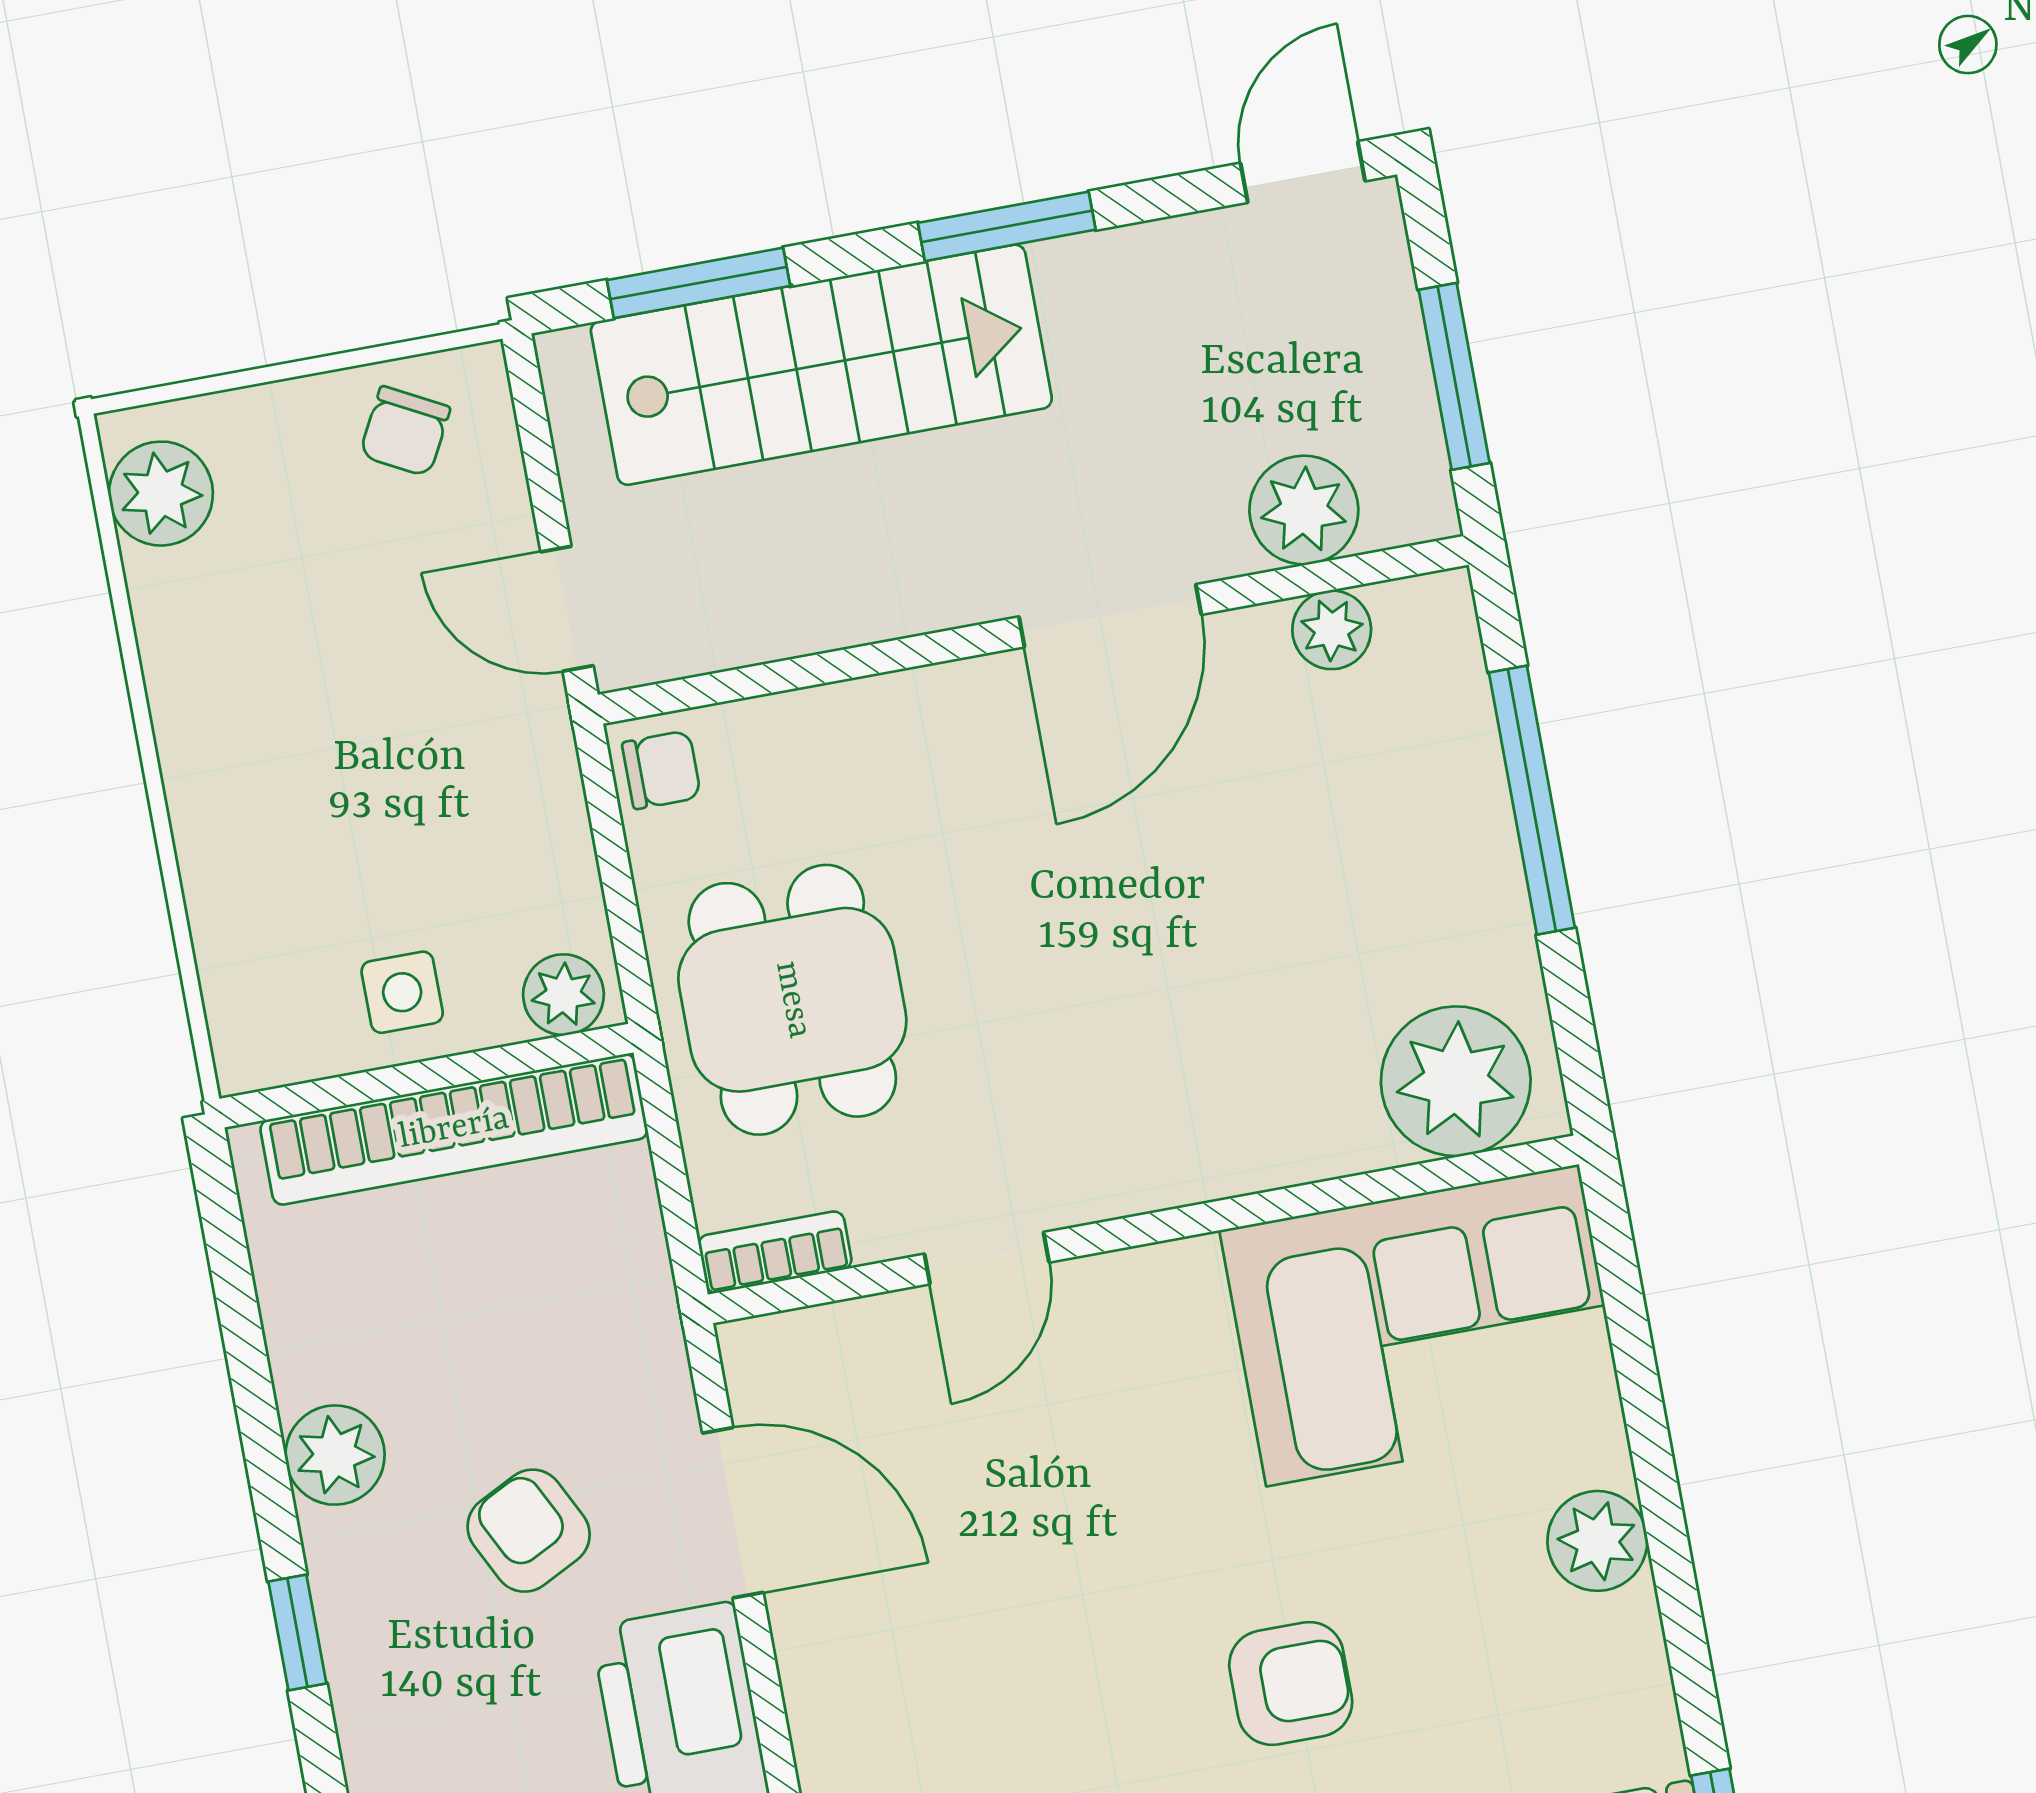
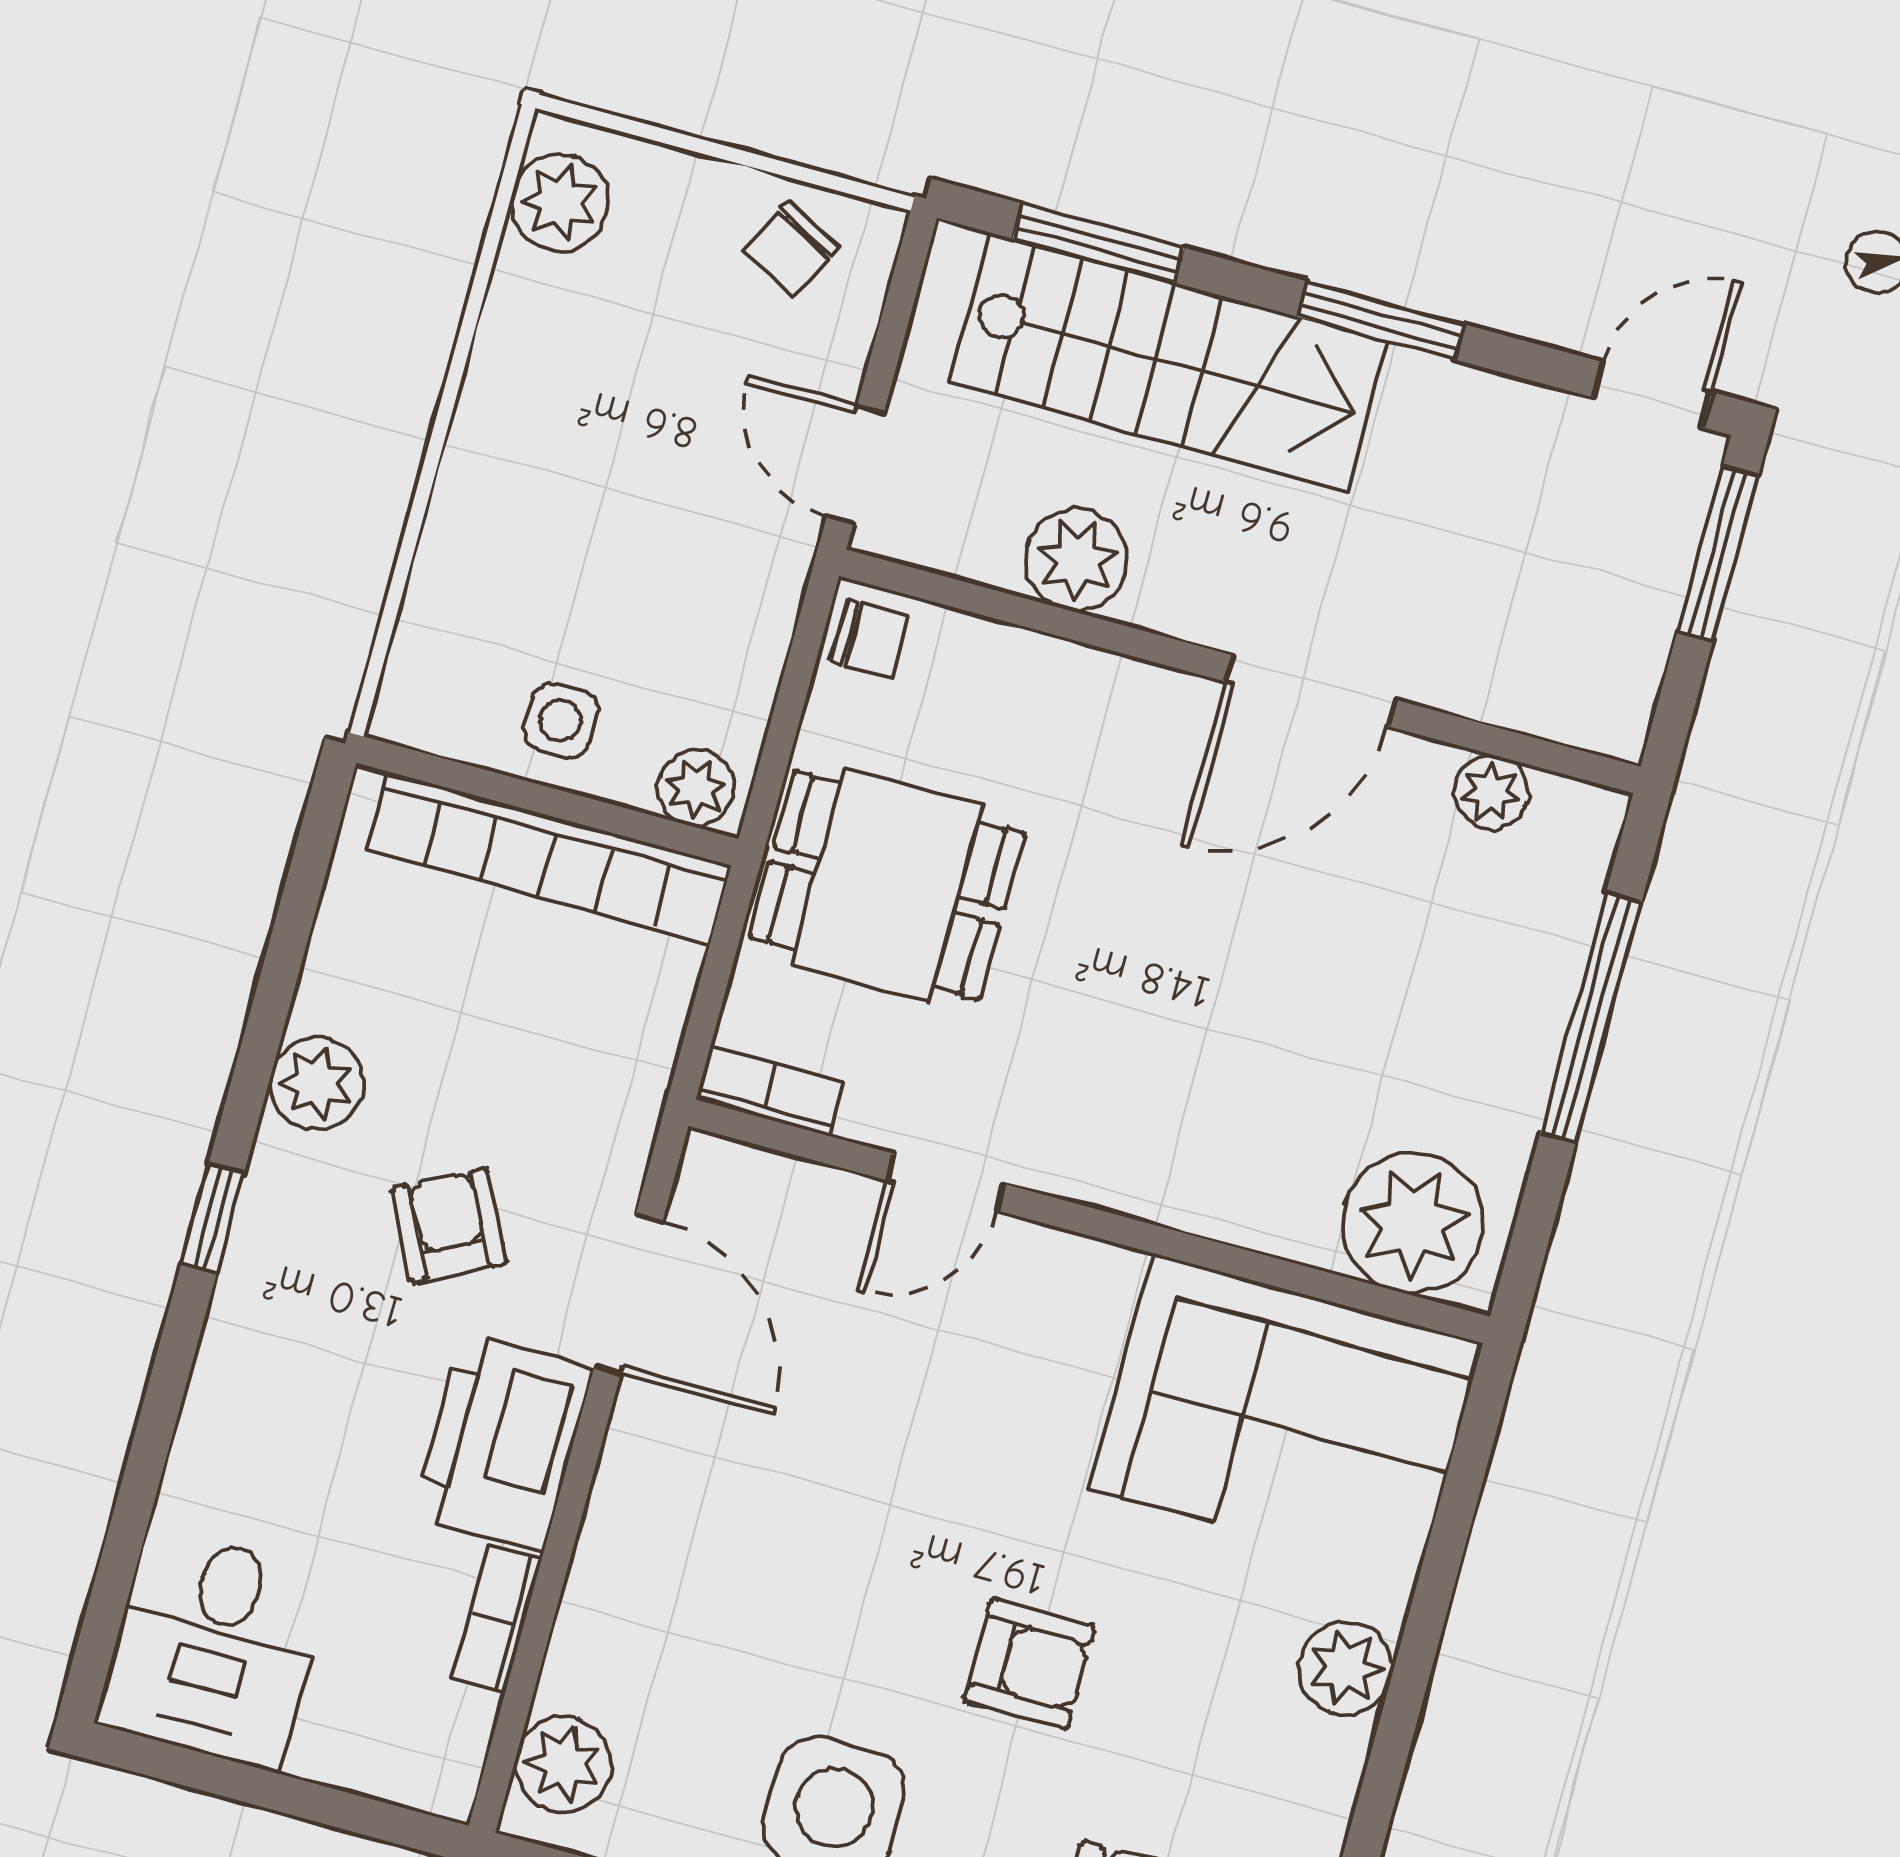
window: (1454, 376) -> (1718, 553), moved
plant: (1304, 510) -> (1077, 560), moved
dining table: (792, 1000) -> (887, 885), turned 90

